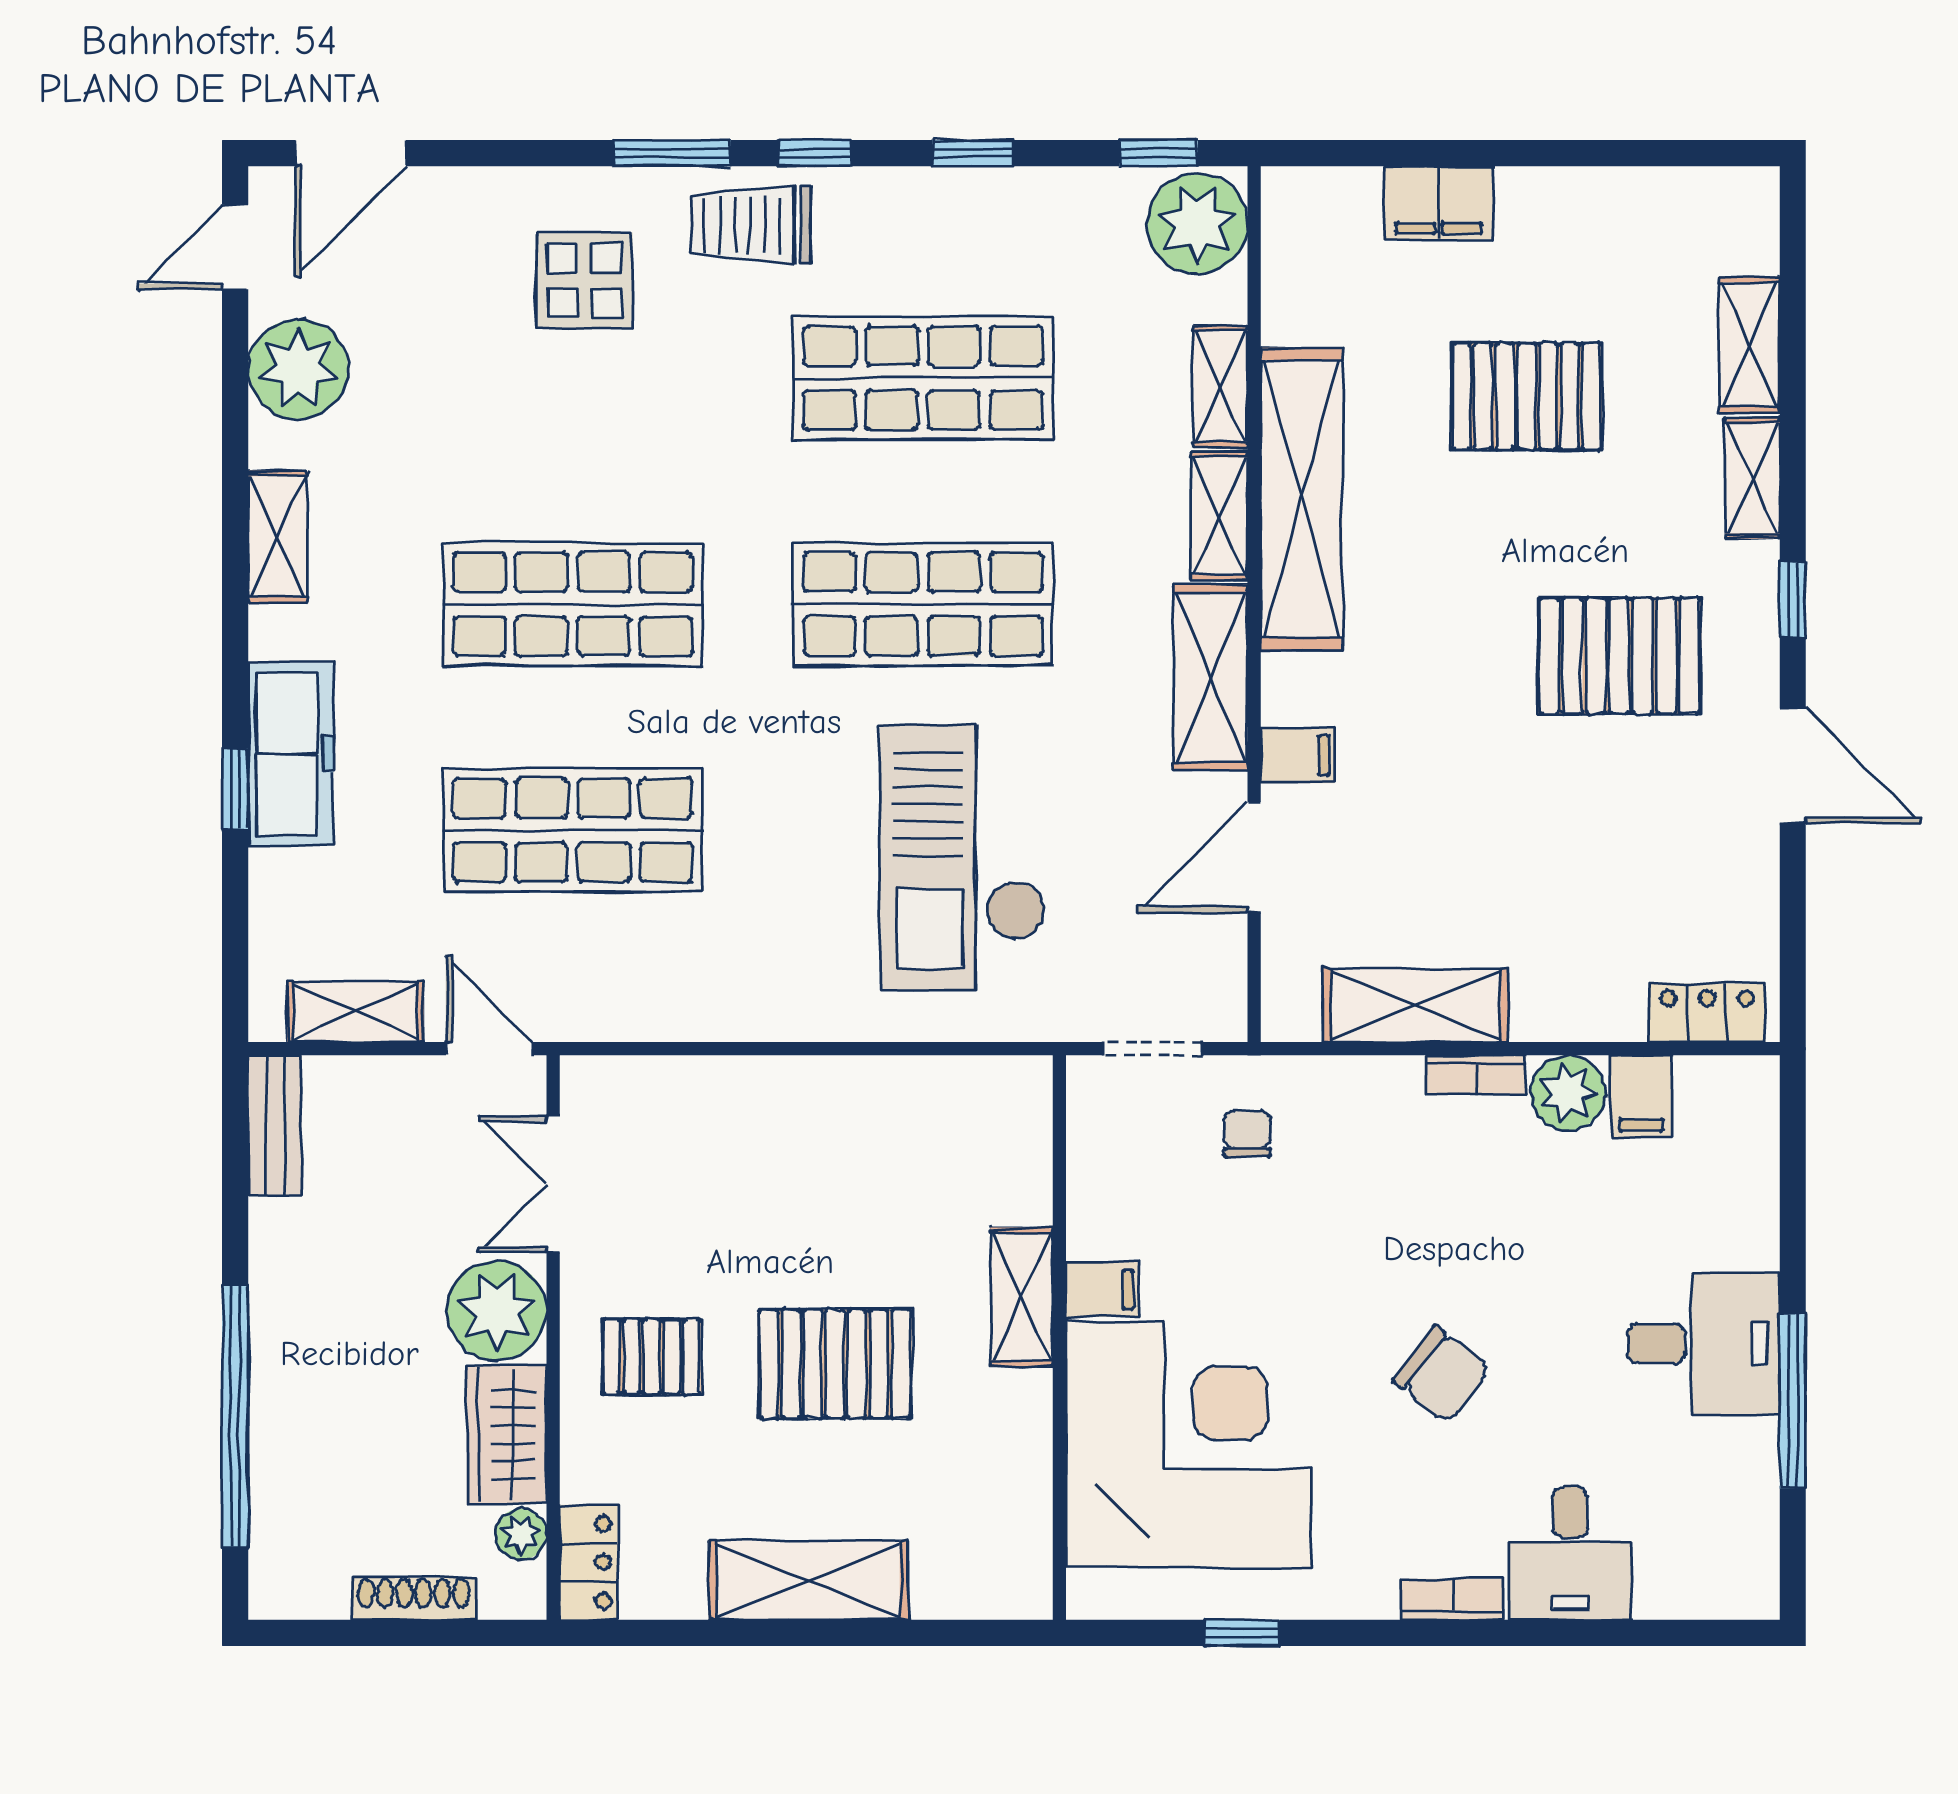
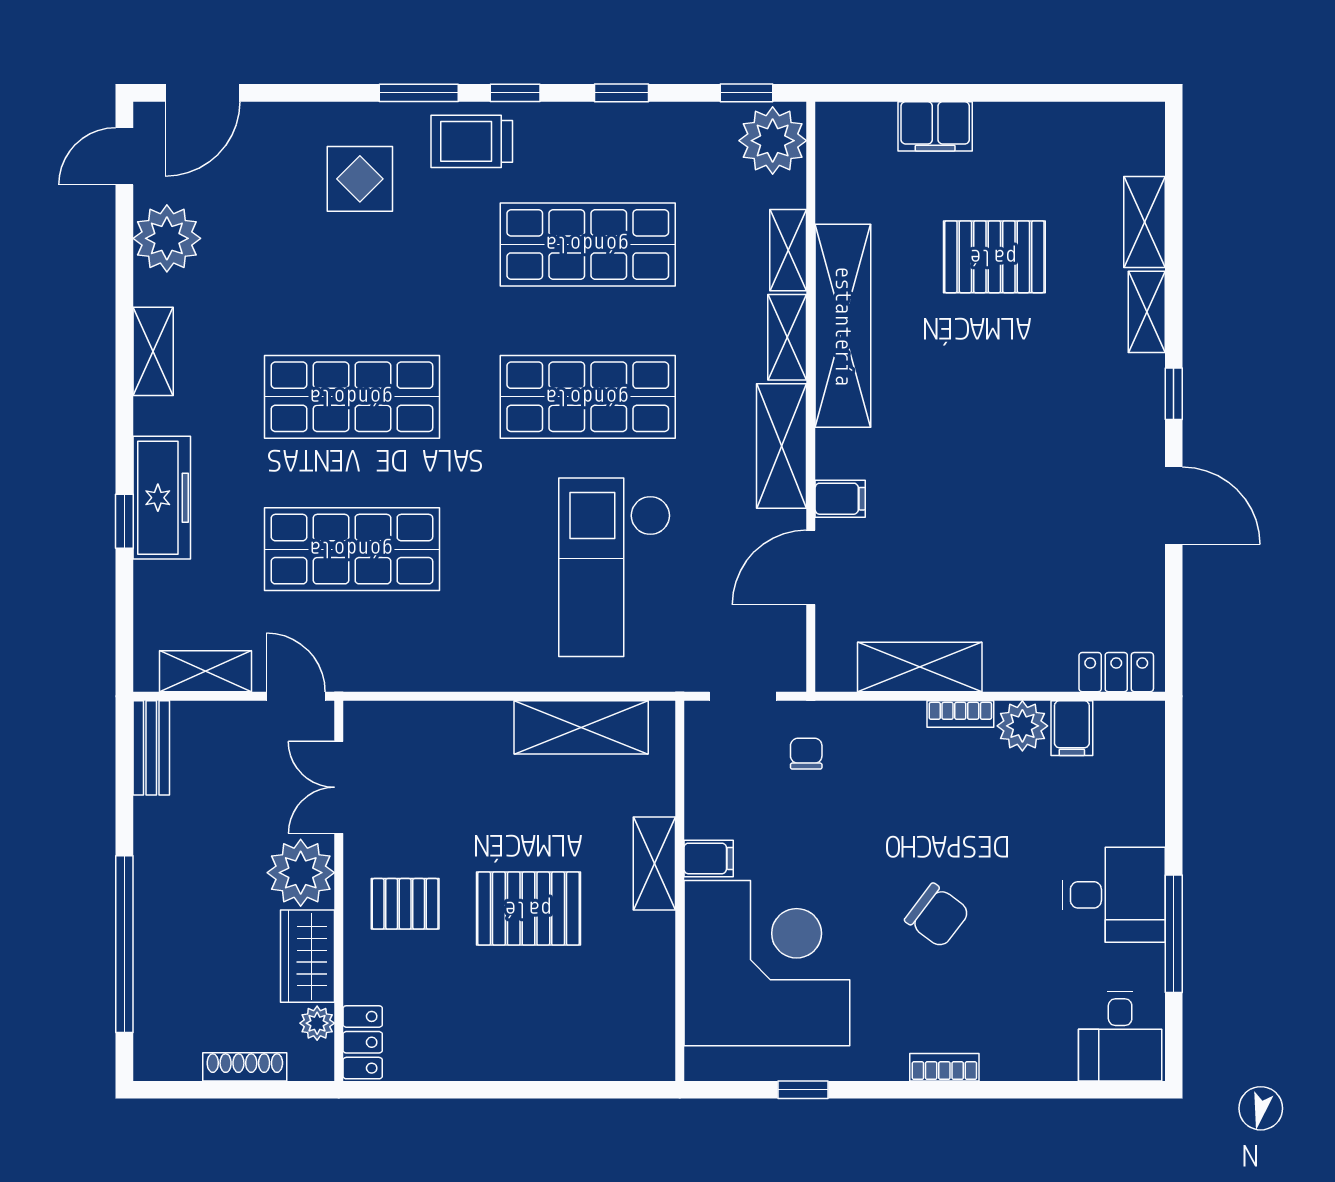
pallet: (1619, 656) -> (1057, 432), removed
desk: (1570, 1554) -> (1120, 1036), moved
shelving: (808, 1580) -> (581, 727), moved

